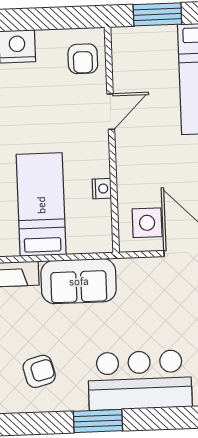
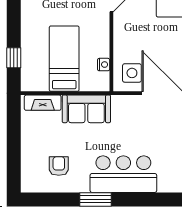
nightstand: (102, 189) -> (104, 65), moved
armchair: (39, 371) -> (59, 166), turned -75

